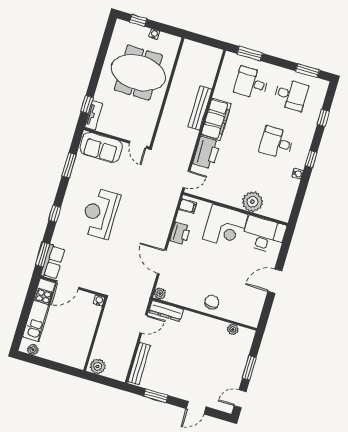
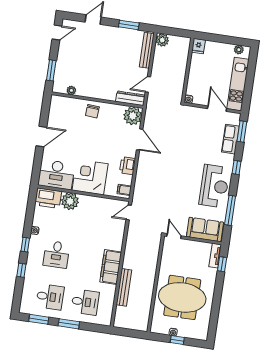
window: (138, 20) -> (177, 340), moved
window: (250, 53) -> (69, 324), moved
desk: (291, 95) -> (50, 297), turned 180
bench: (200, 108) -> (124, 287), moved
window: (323, 118) -> (21, 270), moved
desk: (277, 143) -> (56, 254), turned 90
printer: (206, 153) -> (48, 198), moved, turned -90
window: (69, 165) -> (230, 210), width x1.44
reception desk: (100, 213) -> (214, 186), moved
row of seats: (53, 262) -> (230, 139), moved
door: (68, 285) -> (217, 109), hinge flipped
plant: (160, 294) -> (133, 116), width x1.87, depth x1.87
fridge: (79, 360) -> (198, 46), added
plant: (98, 366) -> (162, 40), moved
window: (249, 368) -> (51, 70), moved

